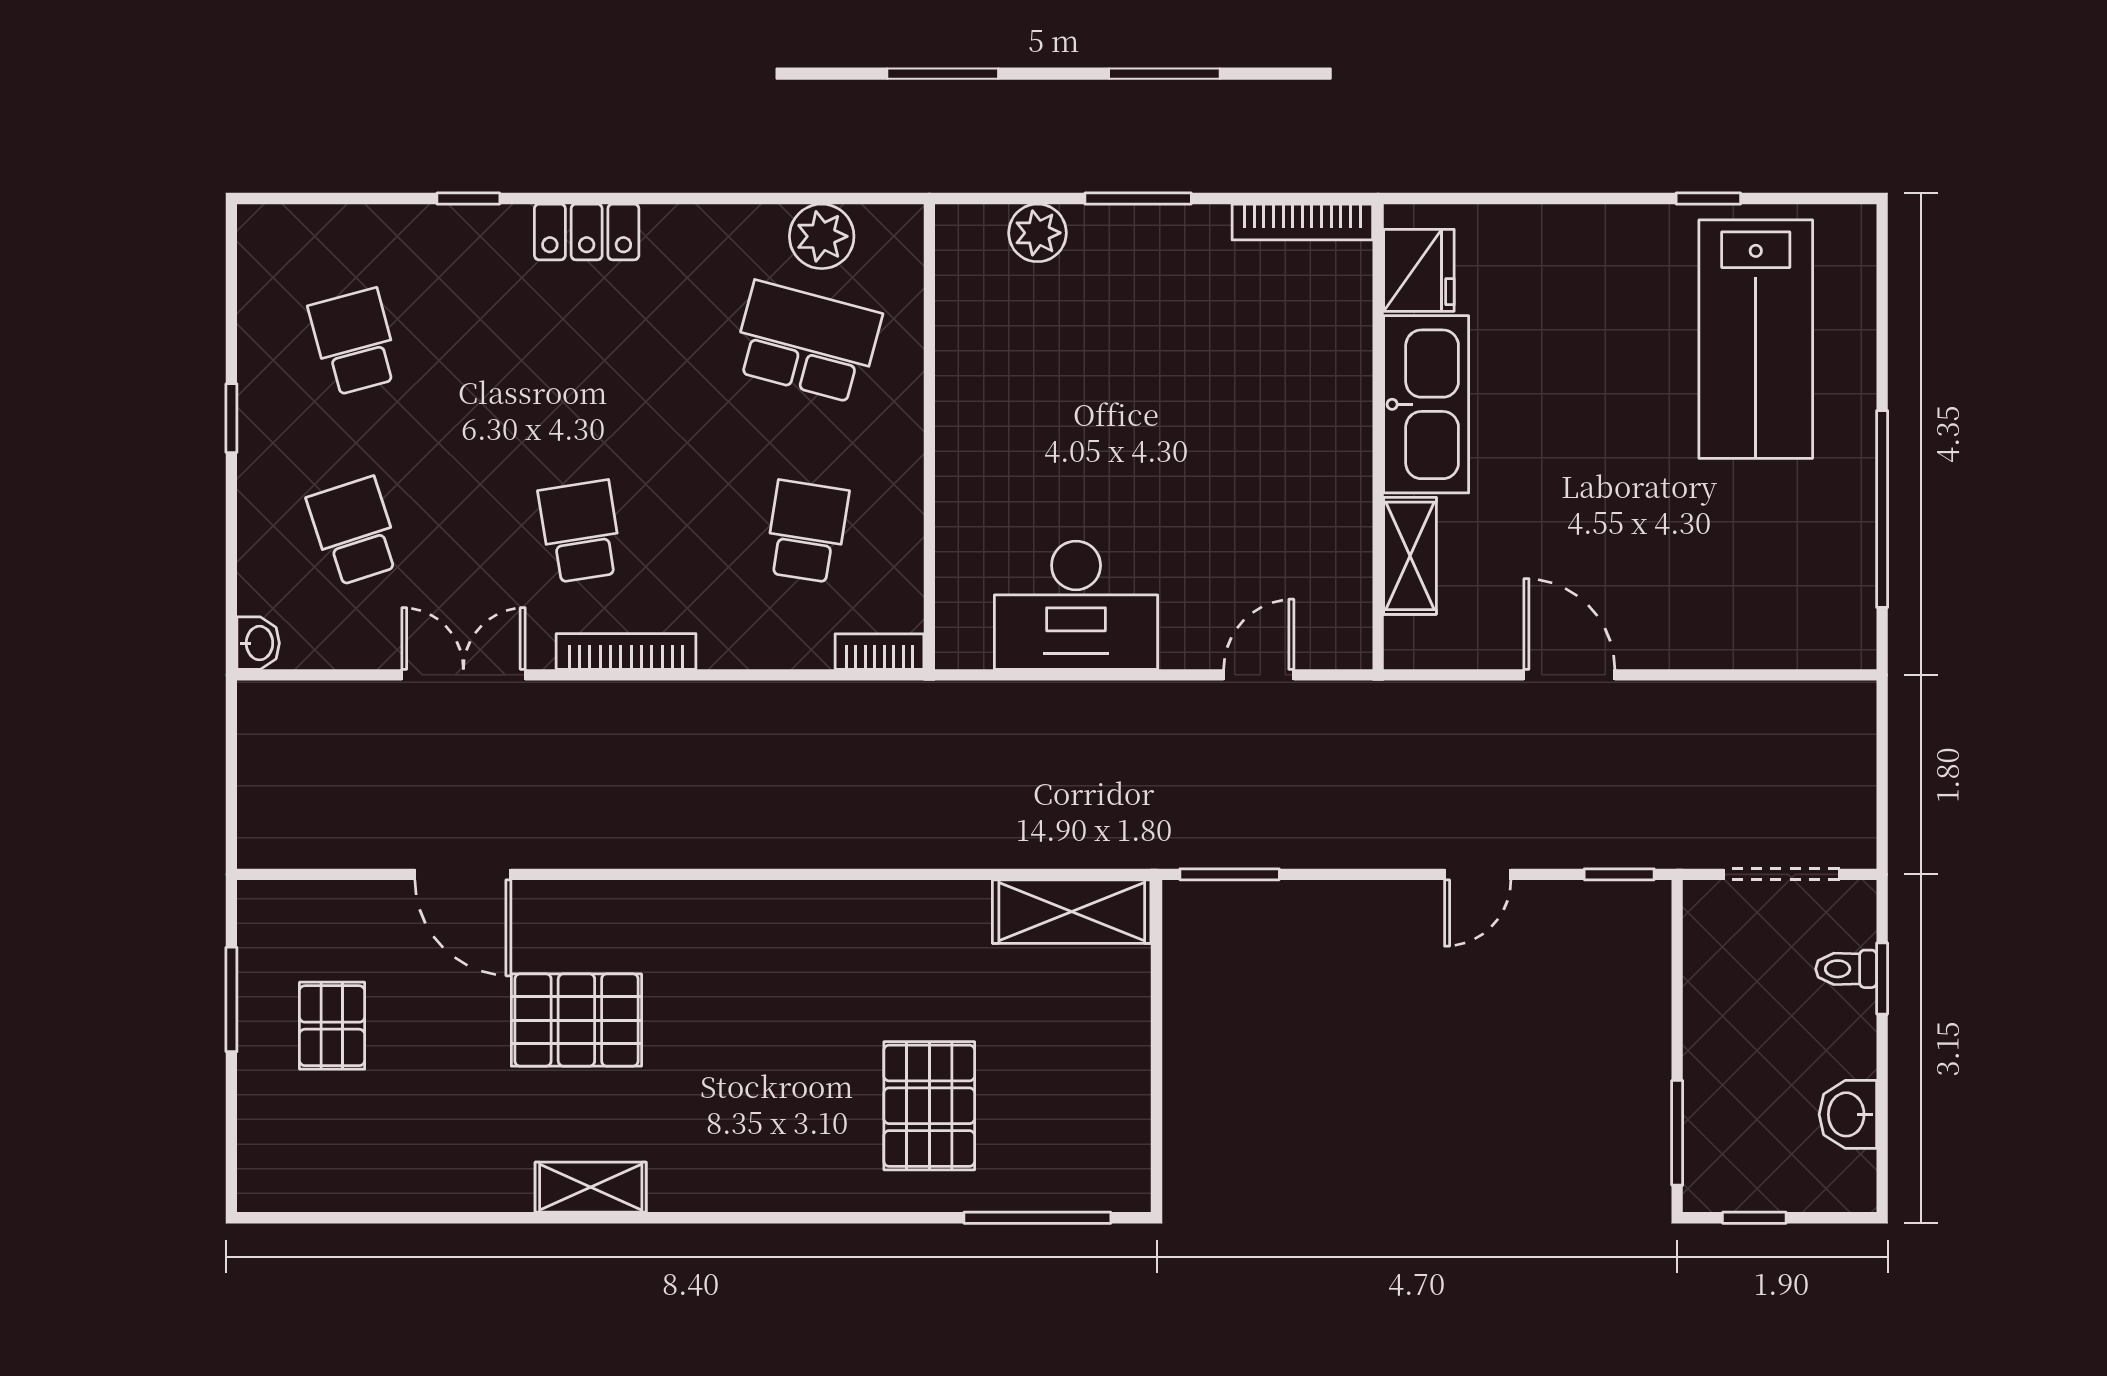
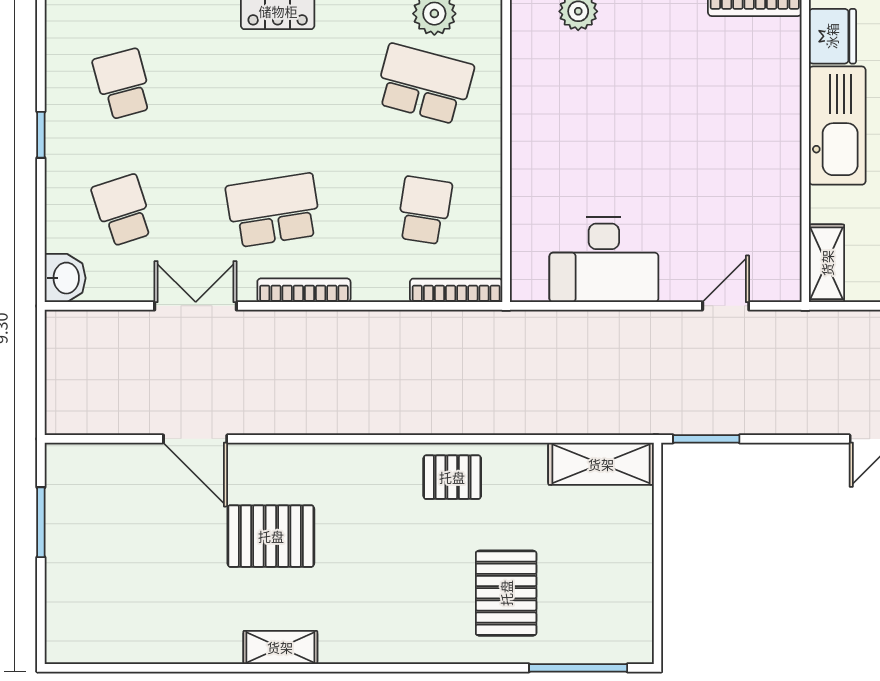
school desk: (580, 531) -> (273, 210), width x1.85
shelving: (1410, 556) -> (827, 263), moved
washbasin: (258, 643) -> (65, 278), width x1.38, depth x1.45
bookcase: (879, 652) -> (456, 290), width x1.56
pallet: (332, 1026) -> (452, 477), moved, turned 90

